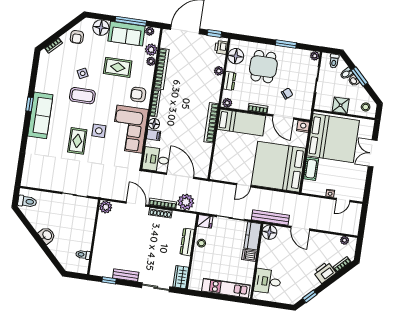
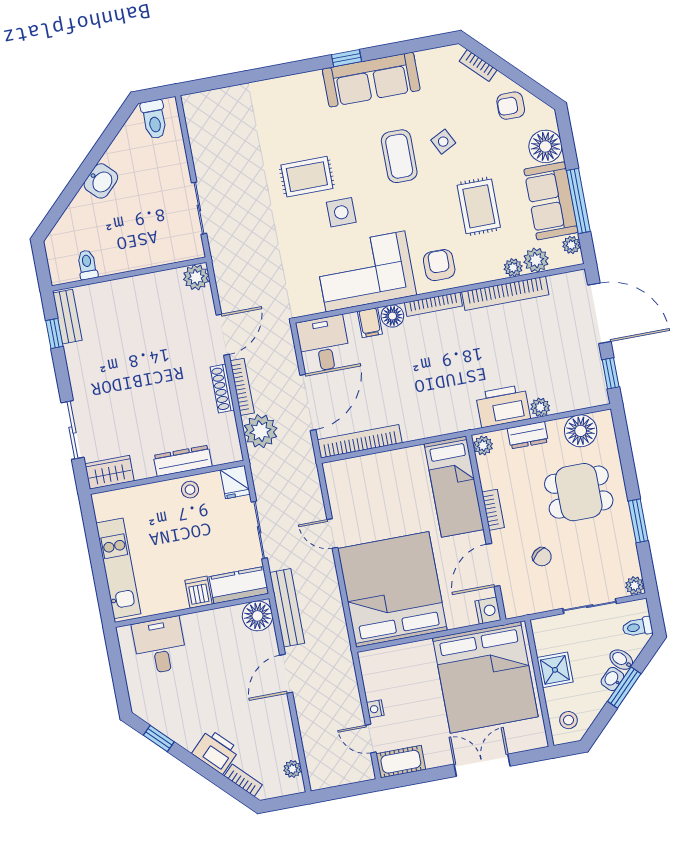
printer: (221, 47) -> (503, 406), moved, width x1.87, depth x1.48
sofa: (40, 115) -> (371, 80), moved
bookcase: (211, 123) -> (360, 441), moved
cot: (311, 169) -> (401, 762), moved
bench: (126, 275) -> (67, 317), moved

